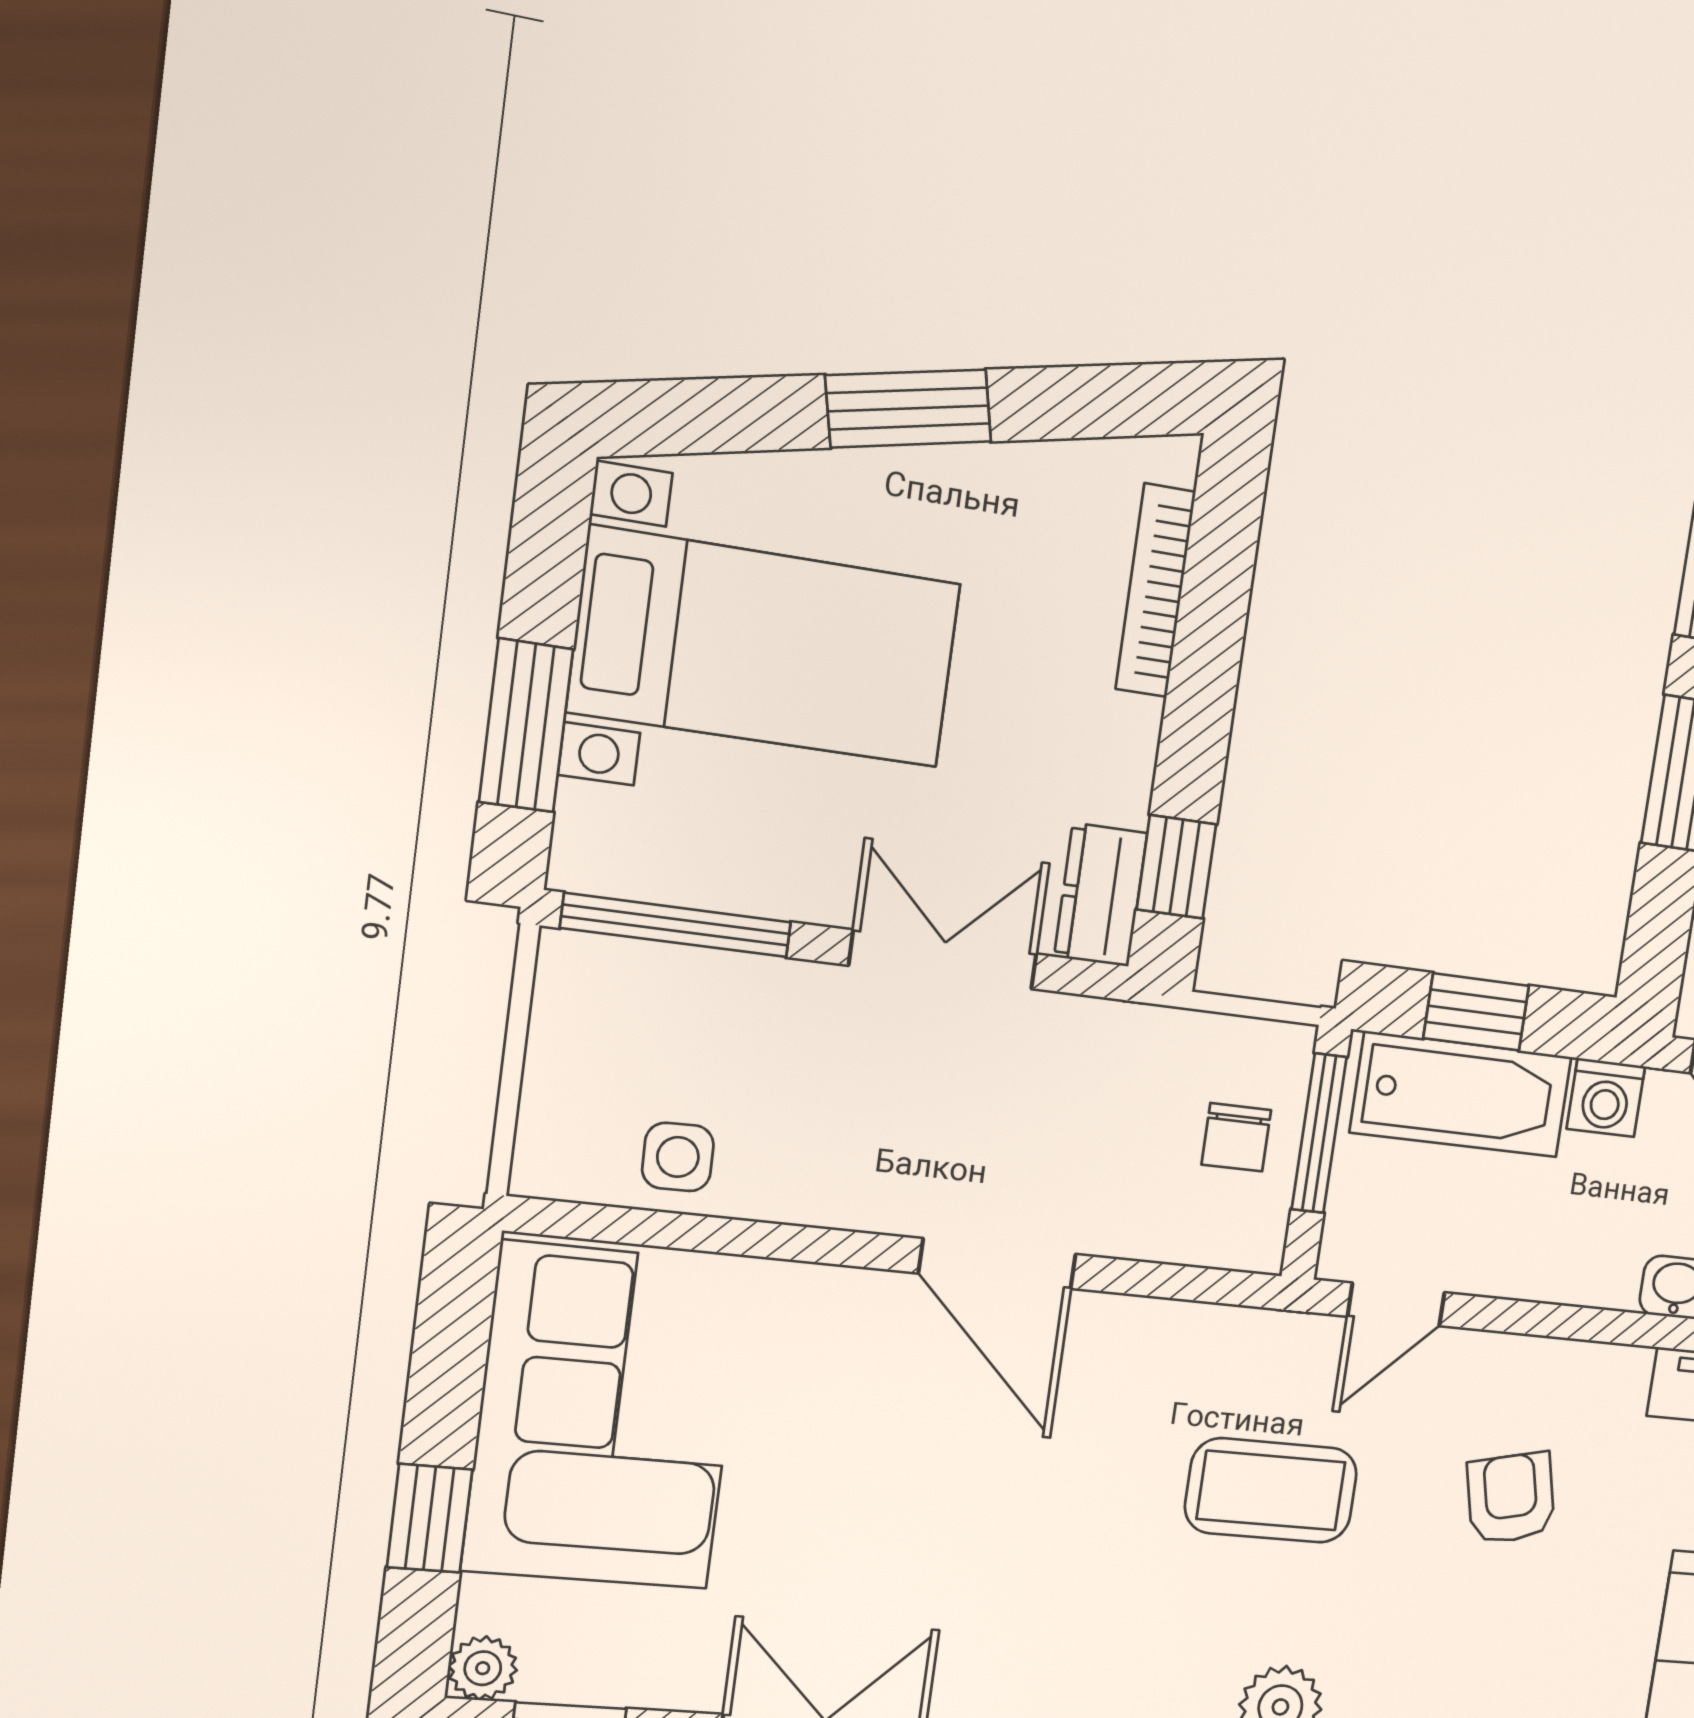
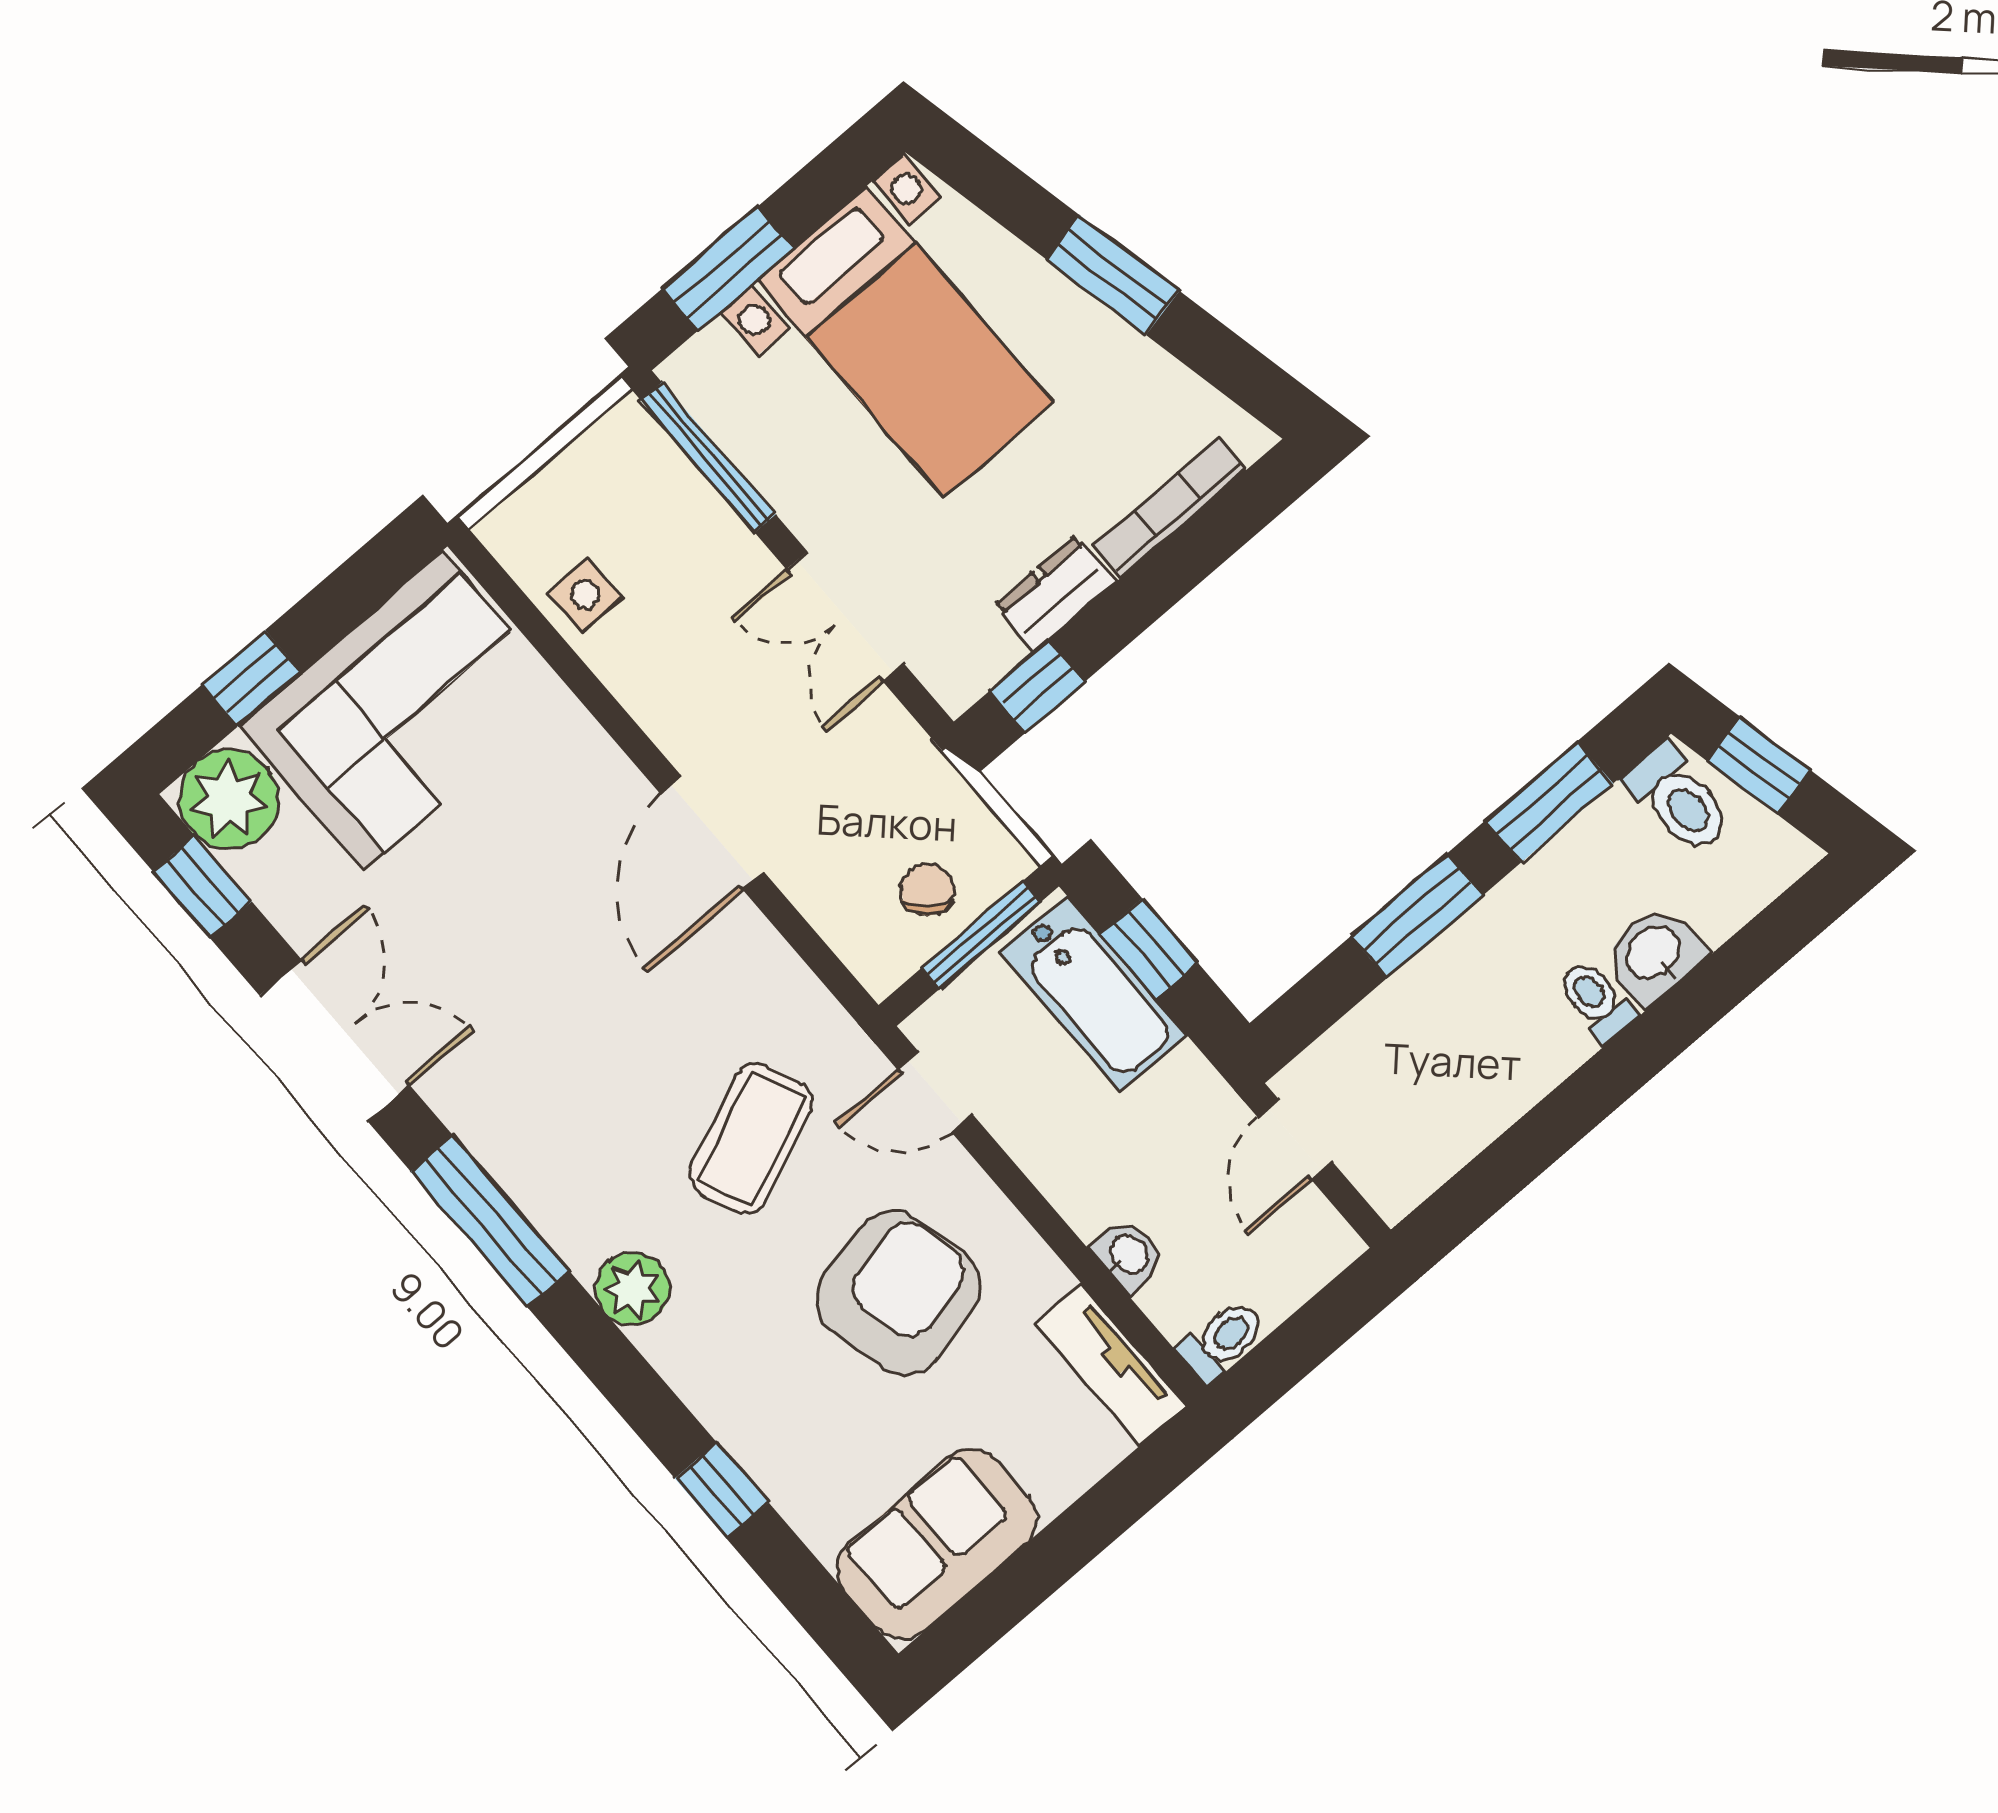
dresser: (1101, 895) -> (1055, 593), moved
double door: (943, 960) -> (845, 617), swing flipped
washing machine: (1606, 1098) -> (1187, 1083), removed
chair: (1236, 1137) -> (927, 889), turned 131
coffee table: (1271, 1490) -> (751, 1139), turned 67
armchair: (1511, 1498) -> (899, 1293), width x1.88, depth x1.88
plant: (483, 1668) -> (229, 799), width x1.88, depth x1.88

